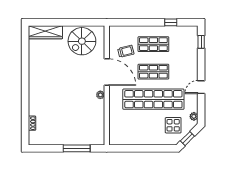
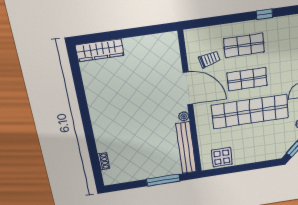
spiral stairs: (82, 41) -> (150, 55), removed
bench: (99, 122) -> (186, 148), added
display table: (173, 125) -> (222, 157), moved

